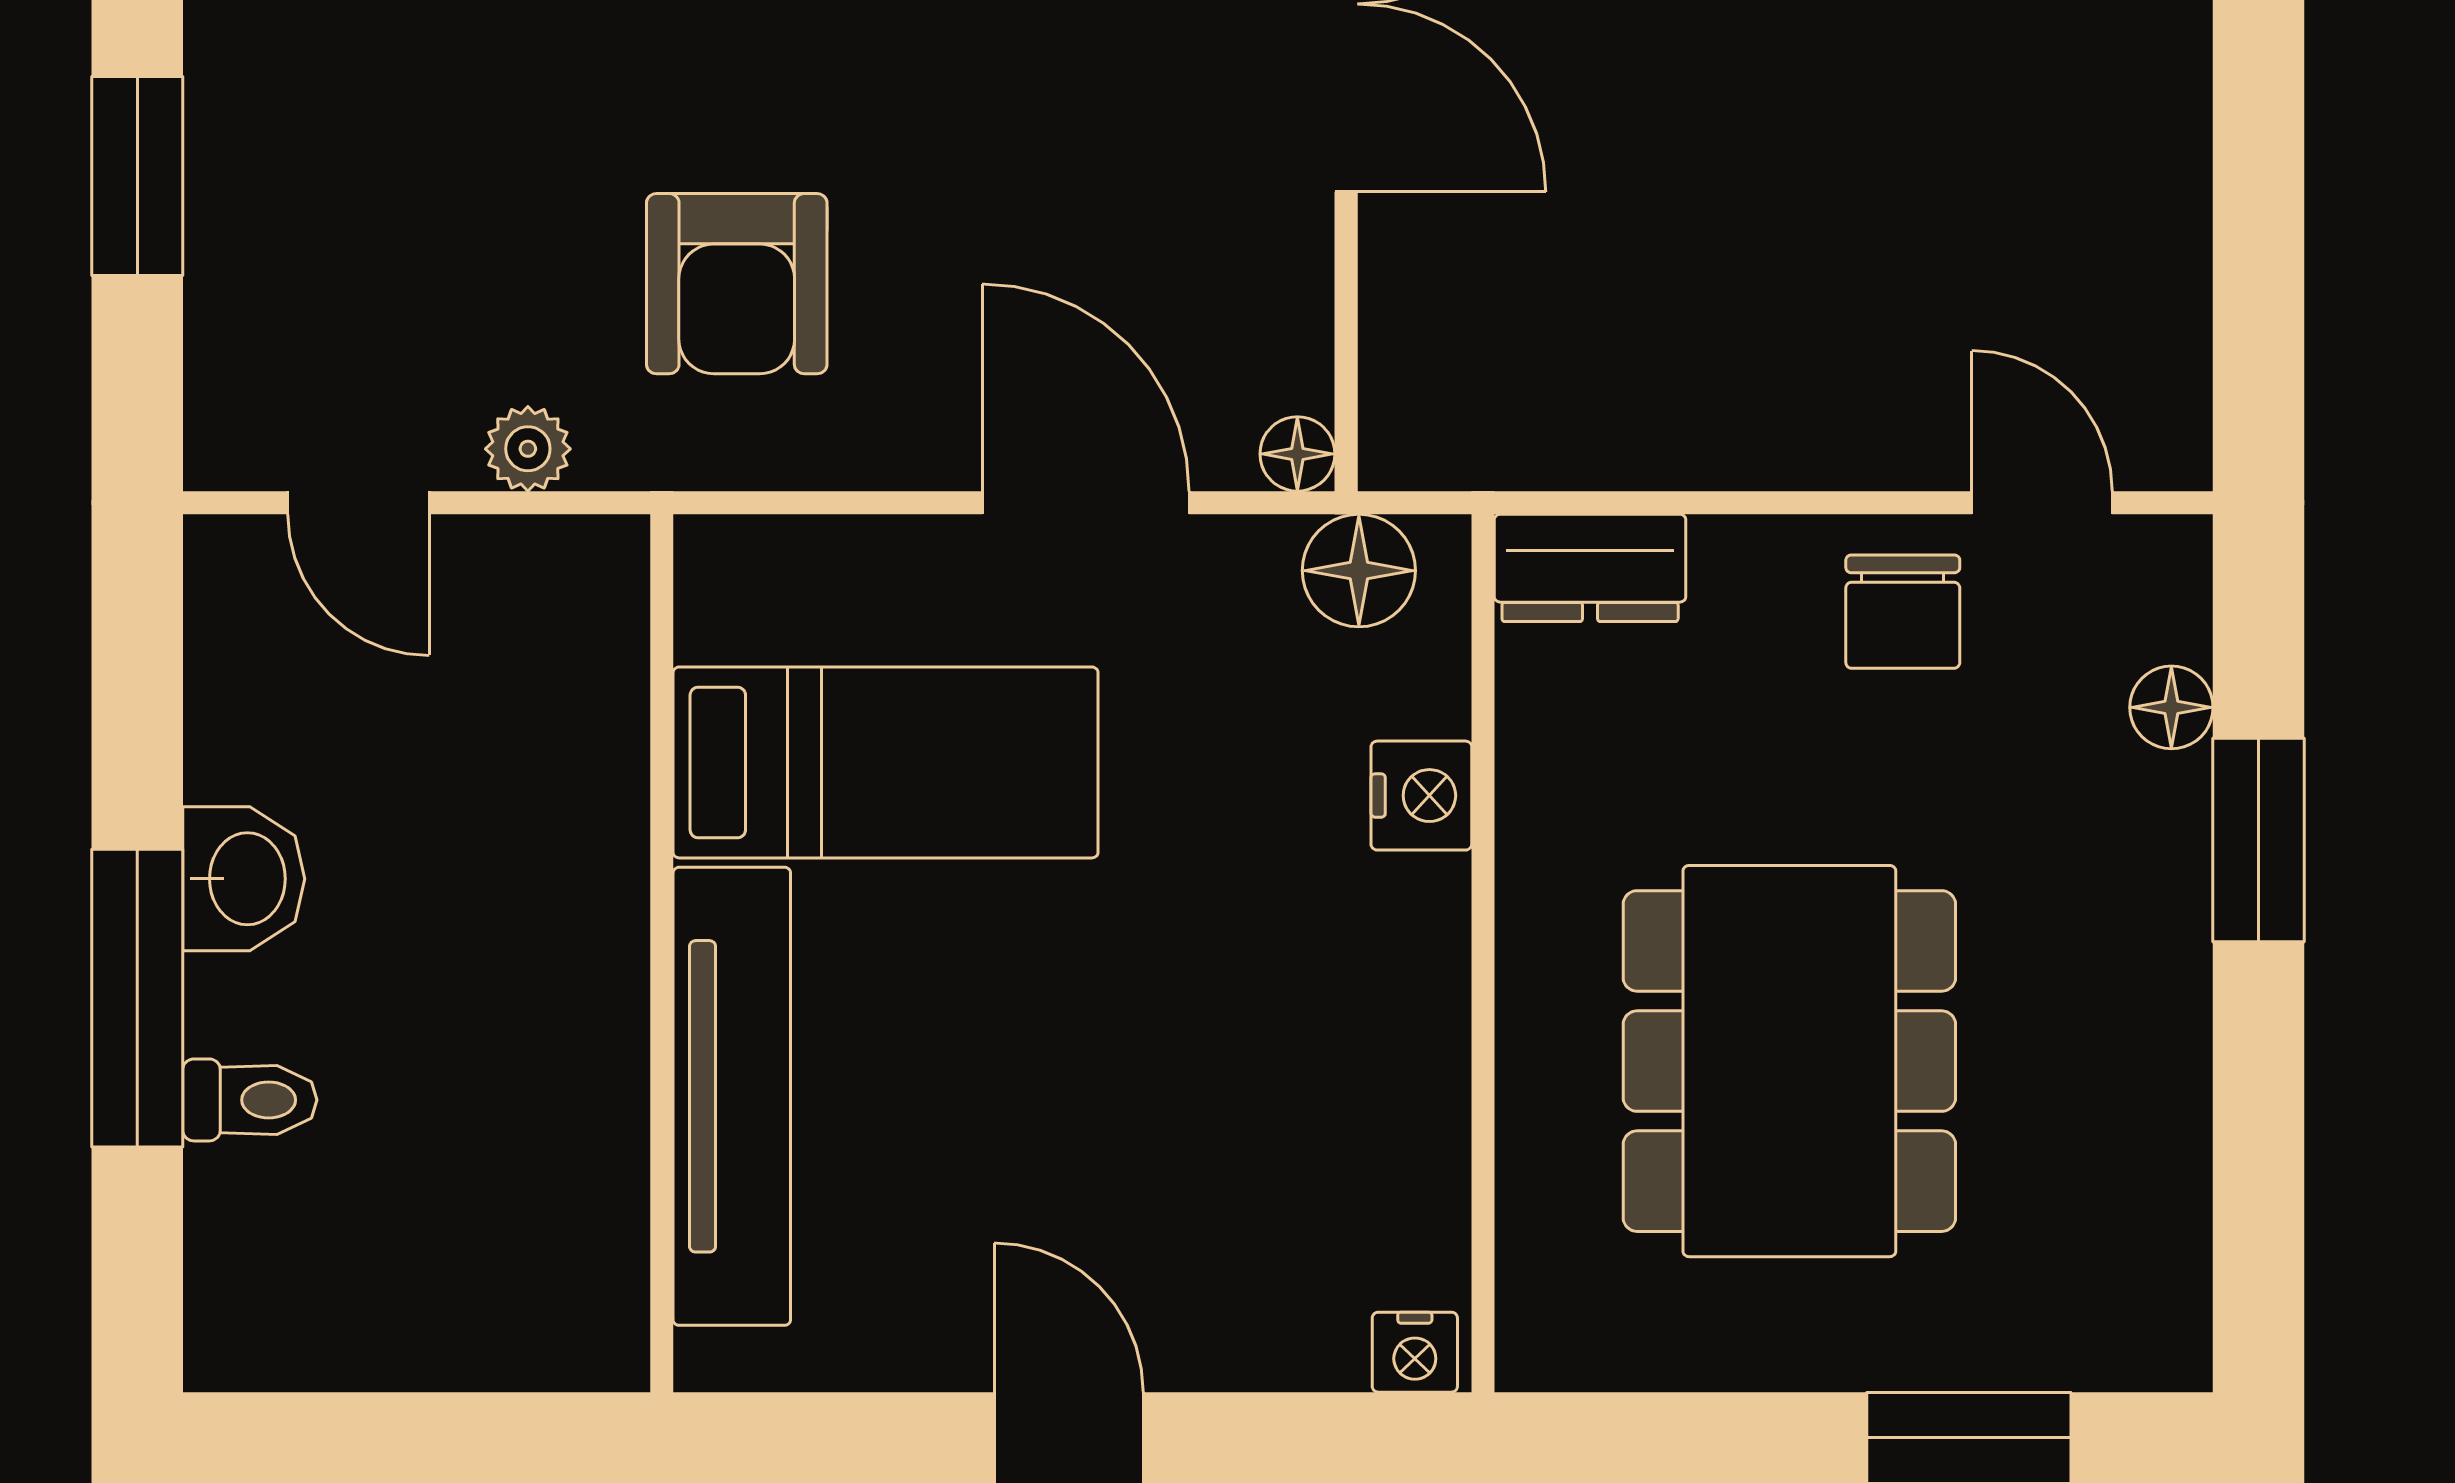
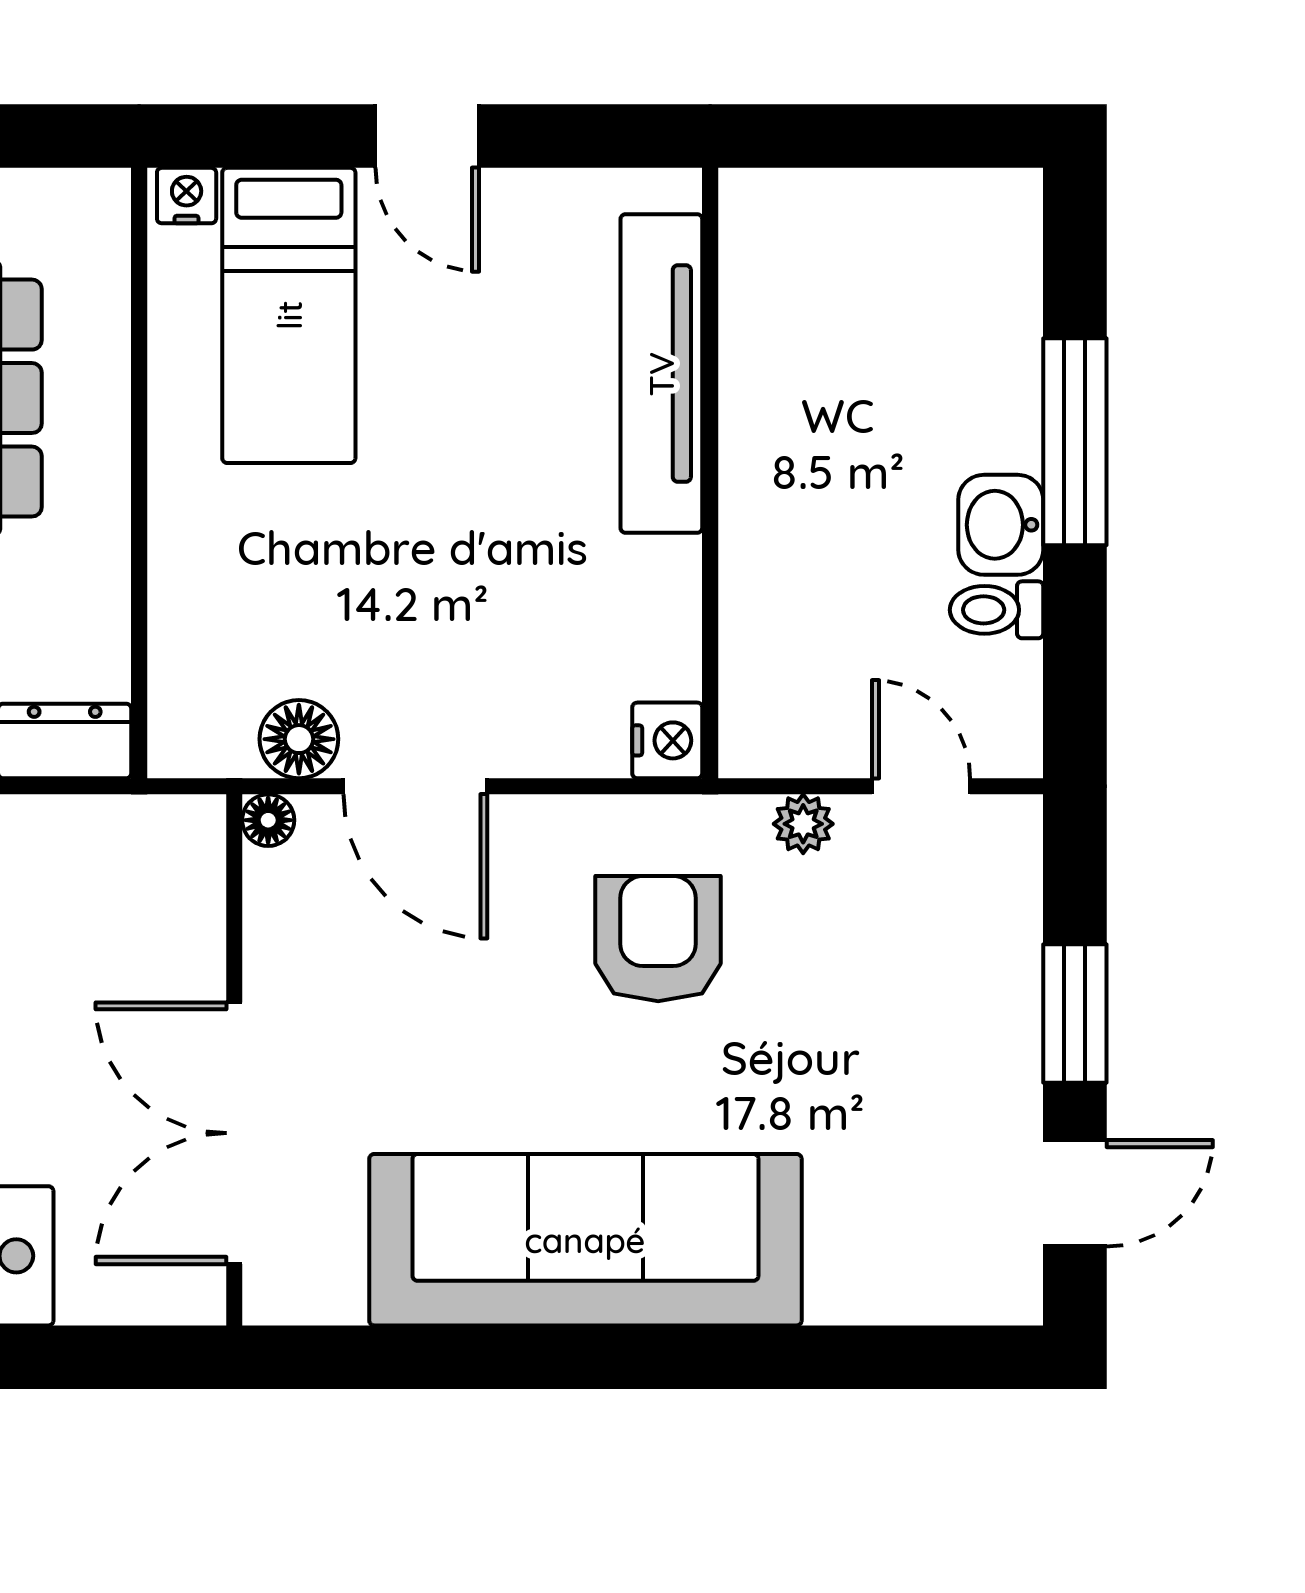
floor lamp: (1359, 571) -> (299, 739), moved
bed: (886, 762) -> (289, 315), moved, turned -90
nightstand: (1421, 796) -> (667, 740), moved, turned 180
toilet: (250, 1100) -> (997, 610), moved

